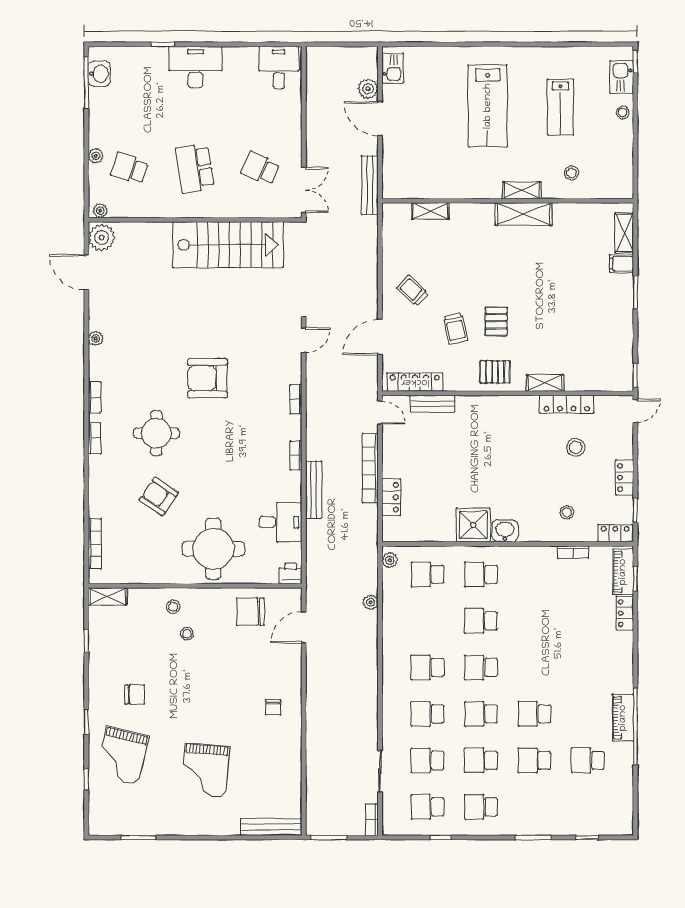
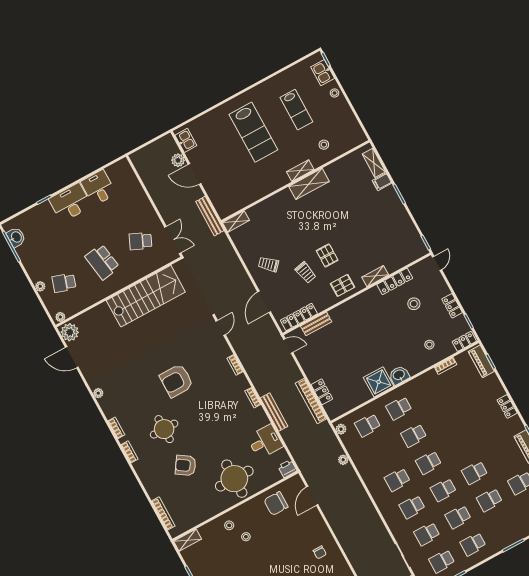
desk: (279, 68) -> (98, 188), moved
shelving: (430, 211) -> (236, 221), moved
bookcase: (370, 468) -> (311, 401), moved
locker: (625, 613) -> (507, 406), moved

